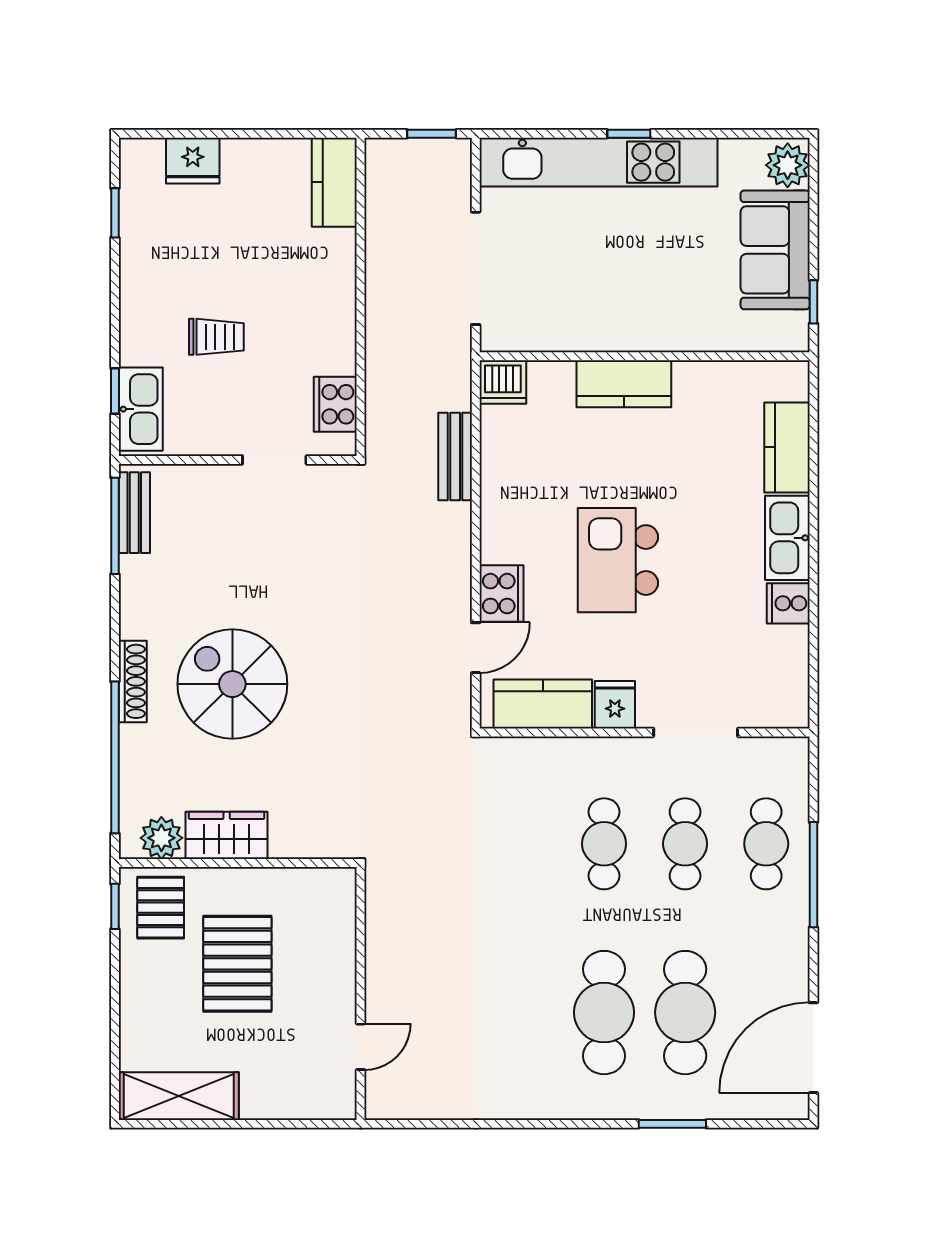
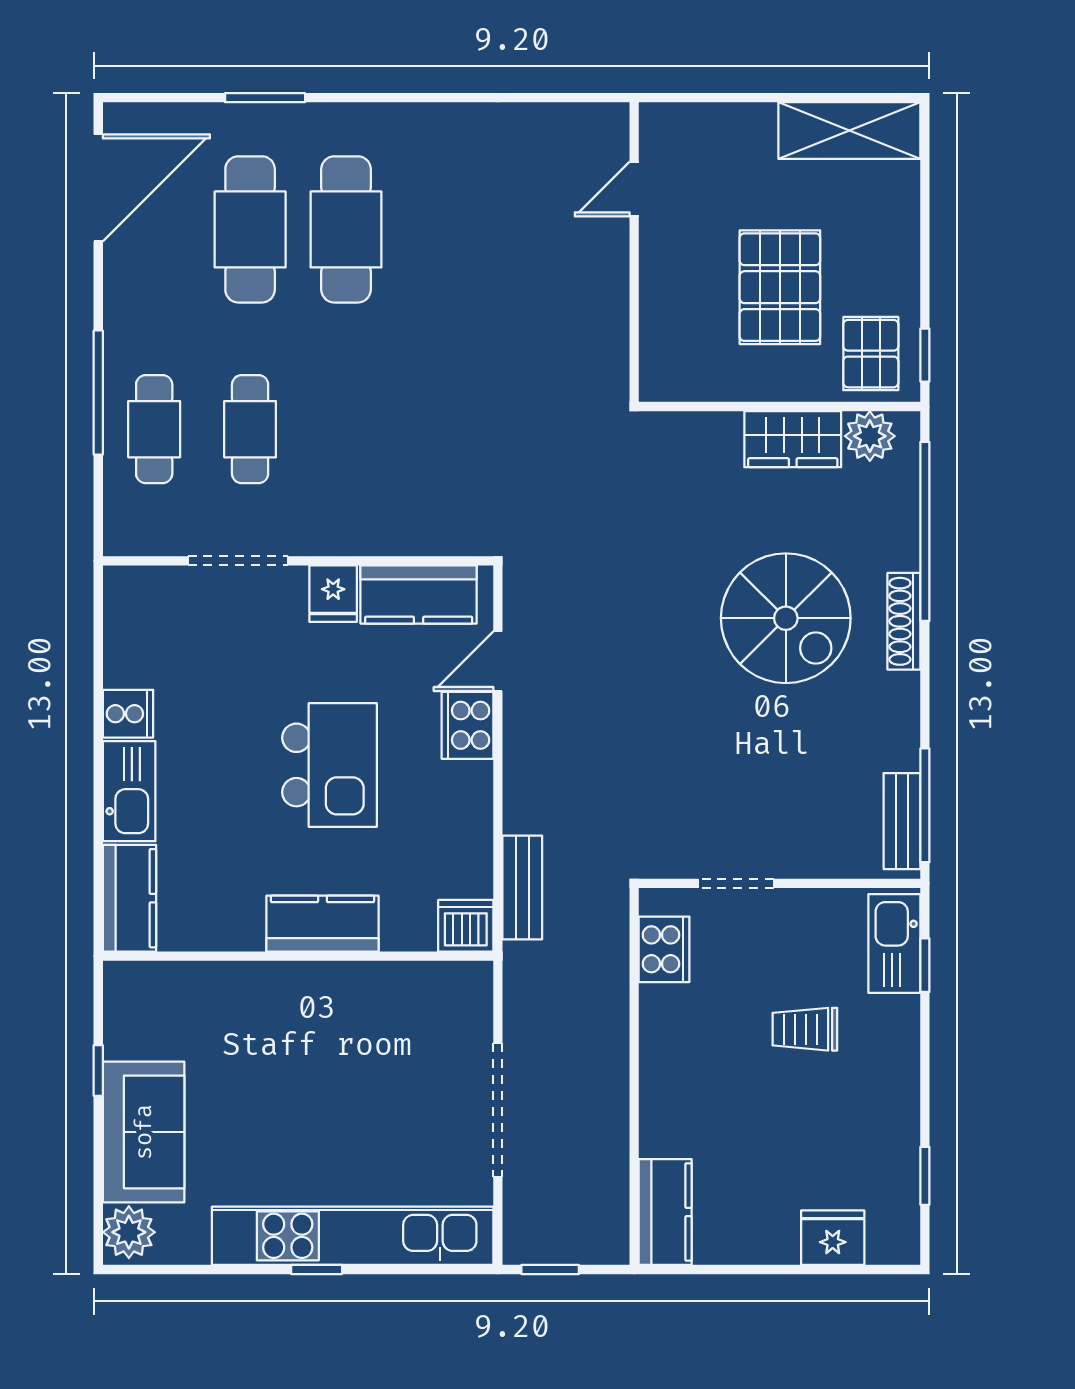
wall: (645, 356) -> (298, 956), moved
dishwasher: (503, 382) -> (466, 926), moved
kitchen counter: (624, 384) -> (322, 924), moved
cafe table: (604, 844) -> (346, 429), removed

